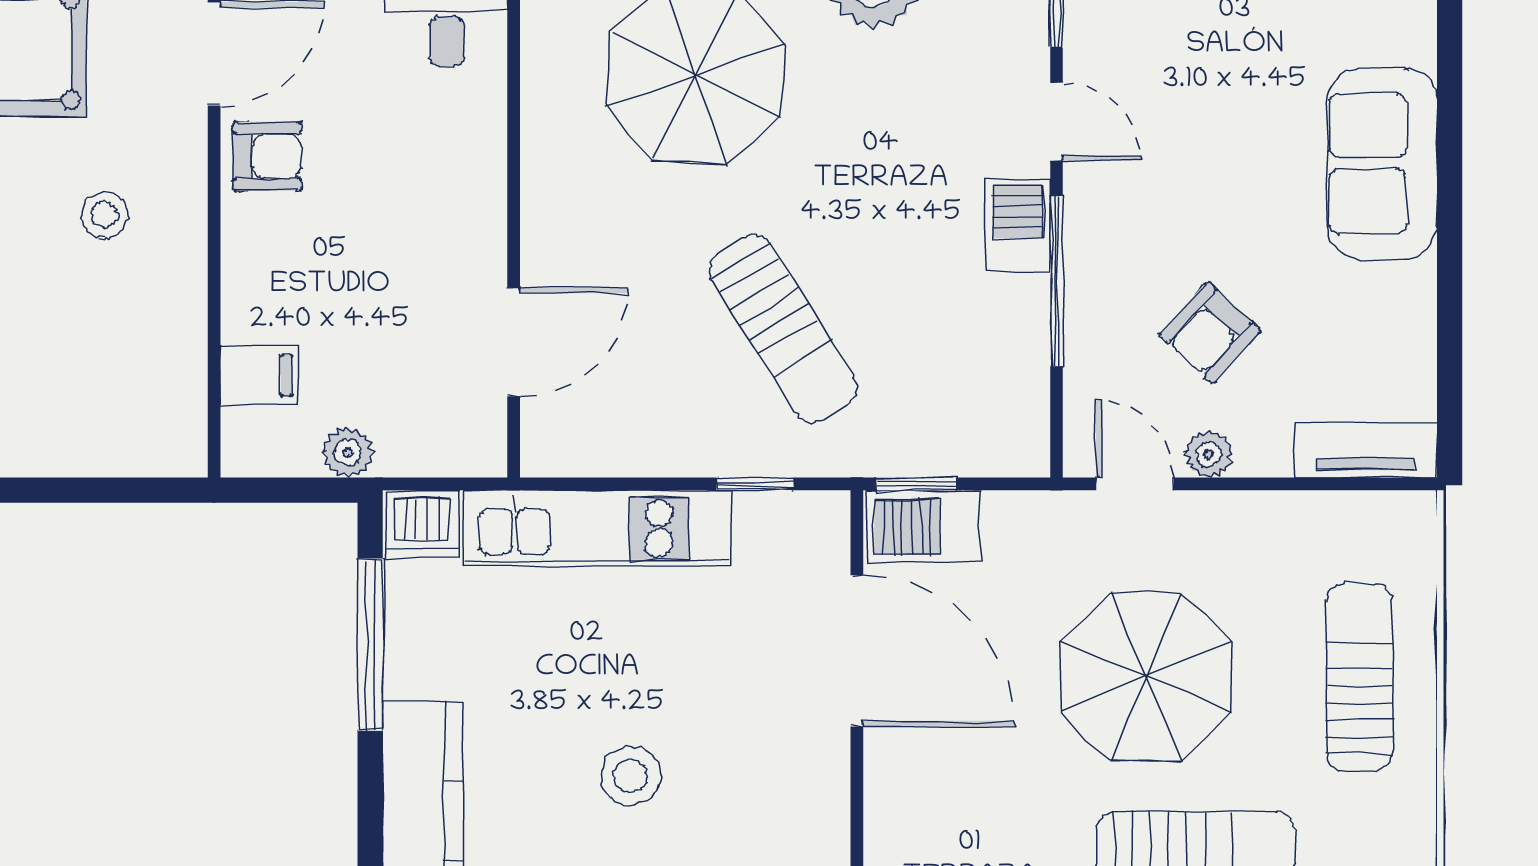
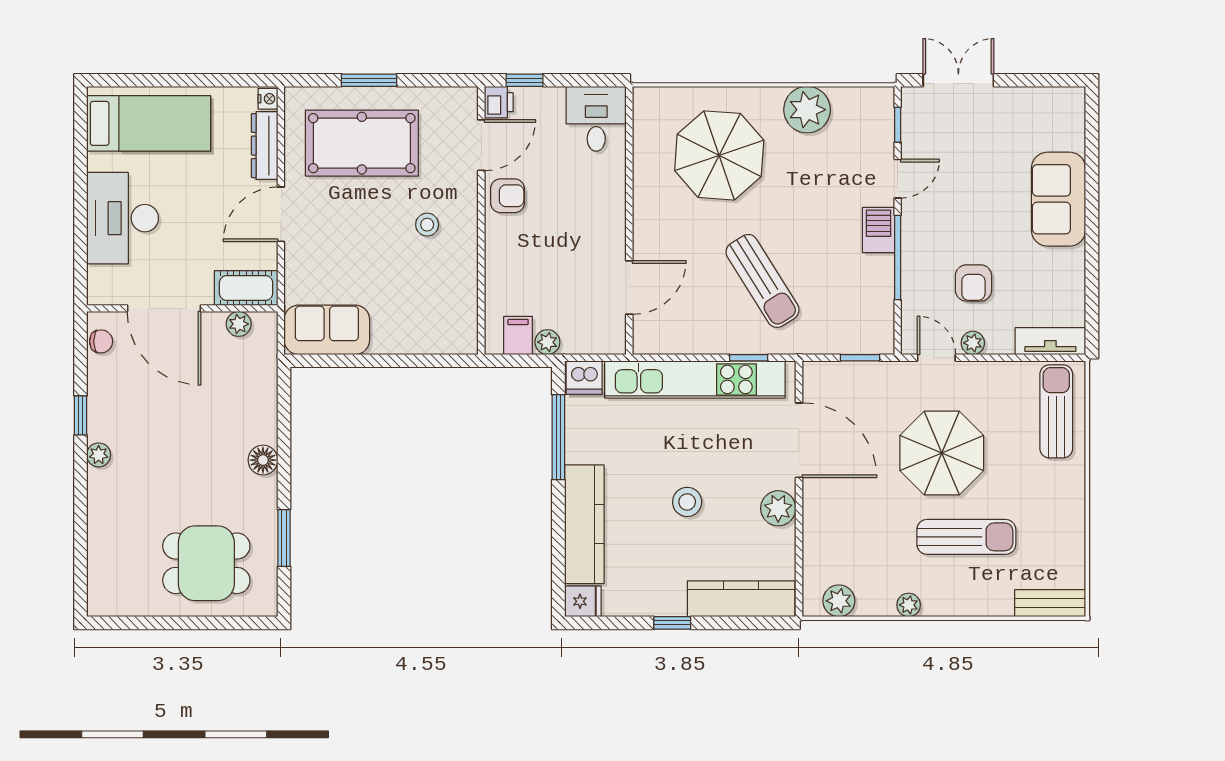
door: (1057, 122) -> (898, 179), hinge flipped
armchair: (1210, 333) -> (973, 283), turned -42
filing cabinet: (259, 375) -> (518, 335), moved, turned -90
window: (916, 484) -> (860, 358), moved
barbecue: (924, 527) -> (832, 379), removed
kitchen unit: (598, 528) -> (695, 379), width x1.36
sun lounger: (1359, 677) -> (1056, 411), moved
plant: (815, 789) -> (778, 508), added

